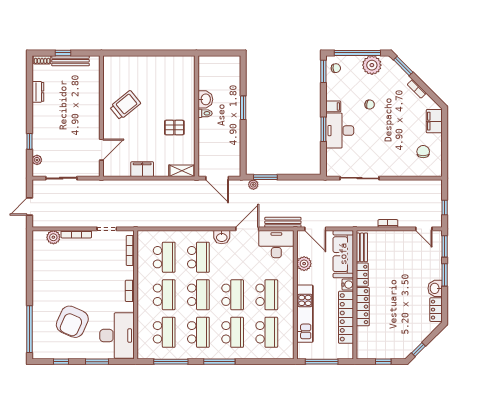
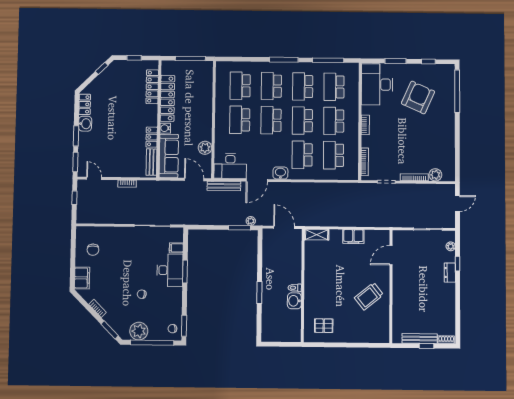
dresser: (38, 92) -> (450, 273), moved
filing cabinet: (333, 106) -> (176, 248), moved
pallet: (174, 128) -> (324, 326), moved
locker: (363, 307) -> (152, 87), moved
kitchen unit: (305, 314) -> (205, 102), removed

